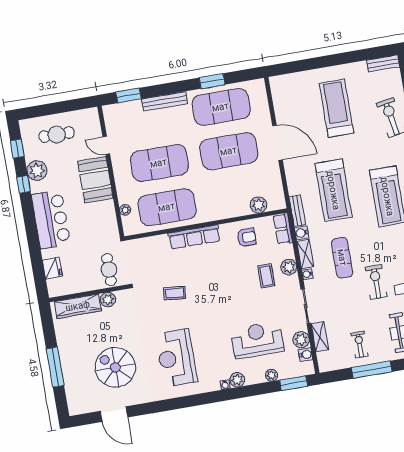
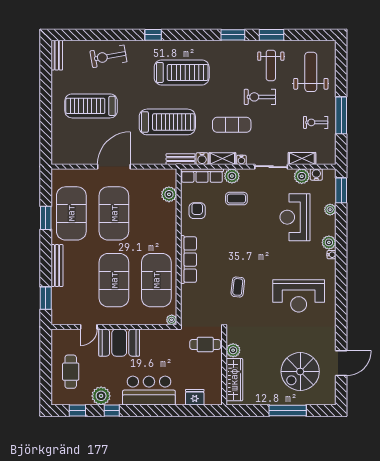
plant: (125, 210) -> (172, 320), moved
row of seats: (283, 229) -> (202, 175), width x1.48
spiral stairs: (115, 367) -> (300, 372), moved

